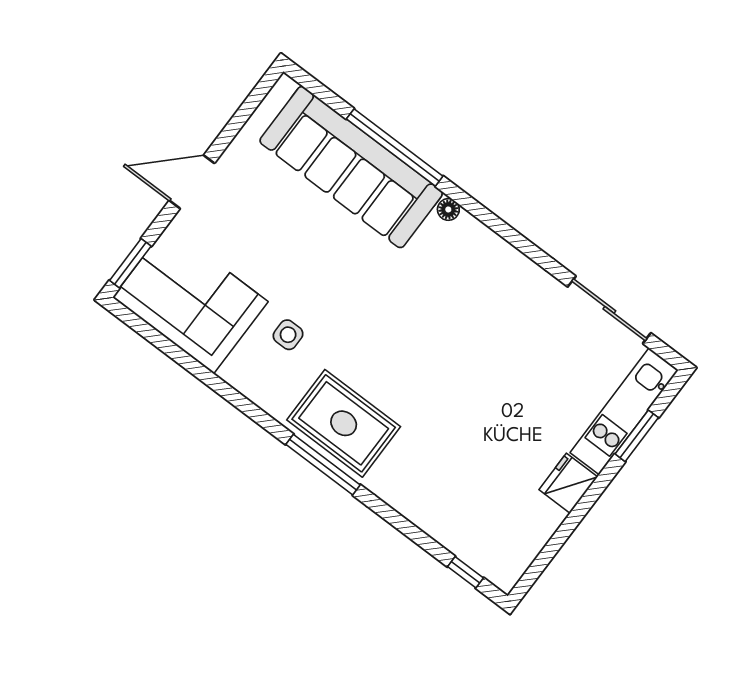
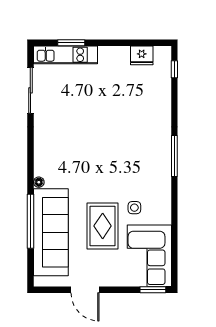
door: (192, 182) -> (85, 290), moved
rug: (344, 423) -> (103, 226), moved
fridge: (568, 483) -> (142, 55), moved

